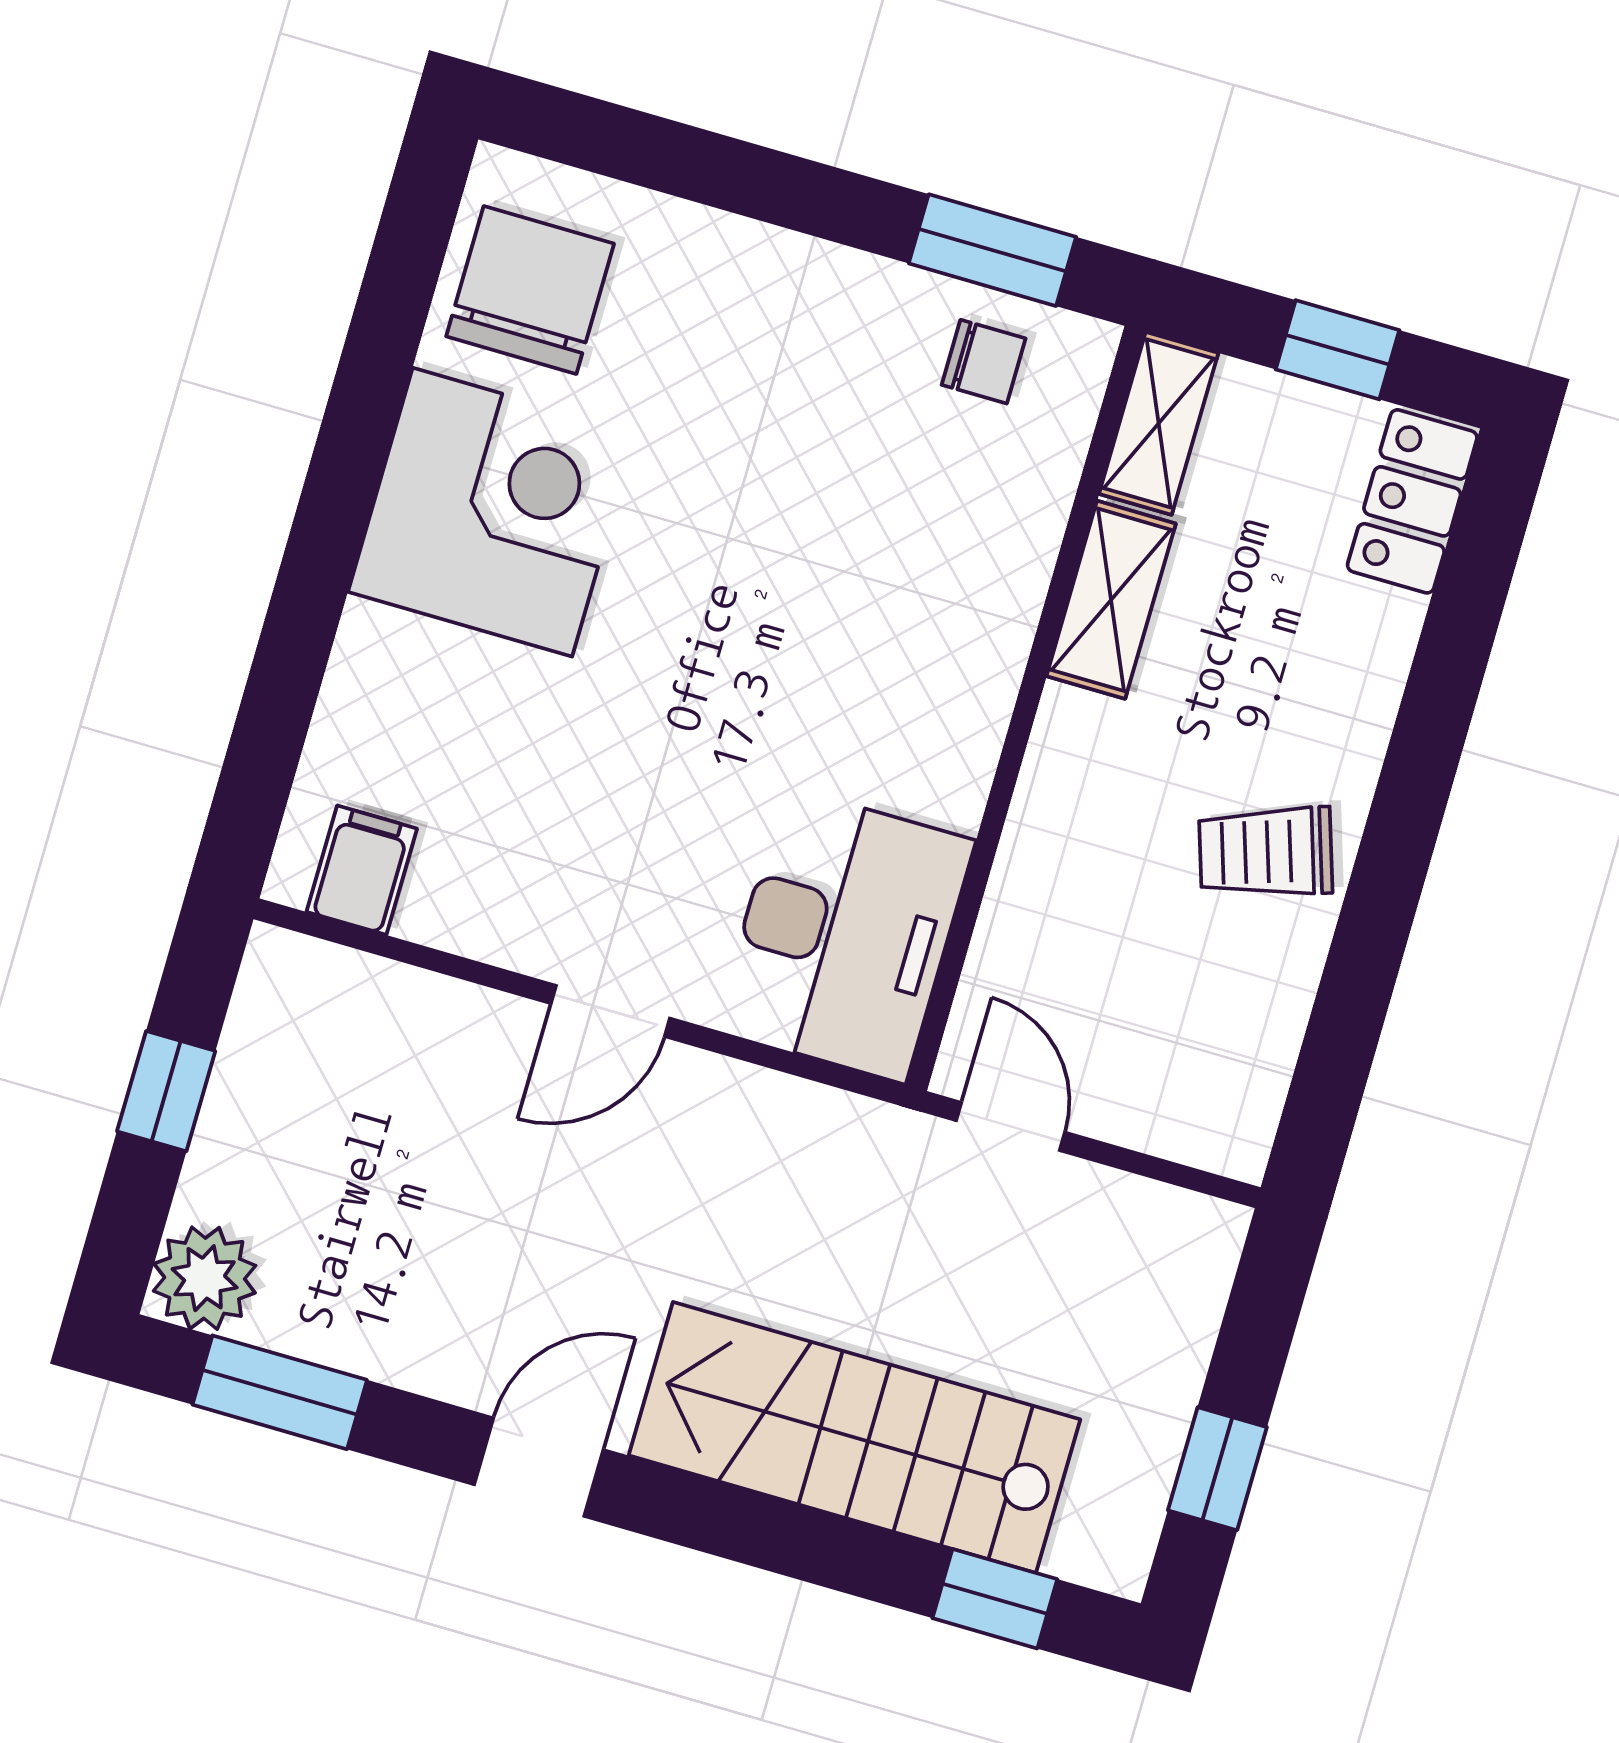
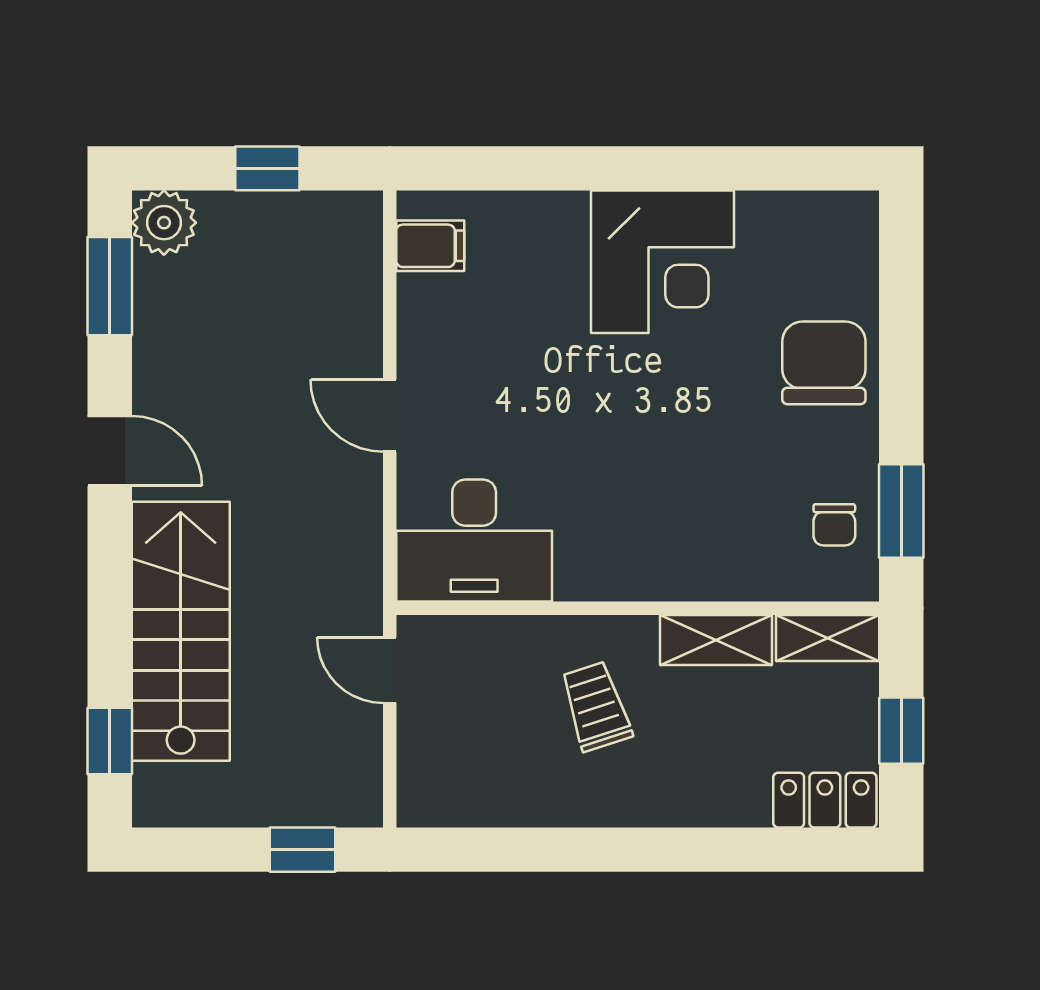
chair: (530, 290) -> (824, 363), moved, turned -90
trolley: (1266, 852) -> (596, 706), moved
door: (1011, 1126) -> (390, 670), swing flipped
window: (1217, 1469) -> (303, 850), moved

